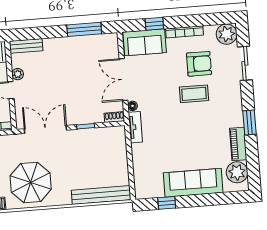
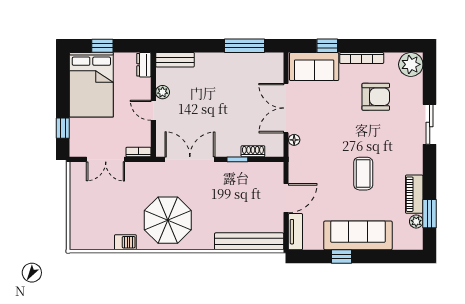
sliding door: (245, 63) -> (430, 124), moved
coffee table: (194, 94) -> (363, 174), moved, turned 90
shoe rack: (114, 117) -> (253, 151), moved
window: (249, 122) -> (430, 214), moved
tv unit: (135, 127) -> (295, 232), moved
door: (130, 156) -> (286, 198), added
plant: (237, 172) -> (416, 221), width x0.53, depth x0.53
window: (167, 203) -> (342, 256), moved

